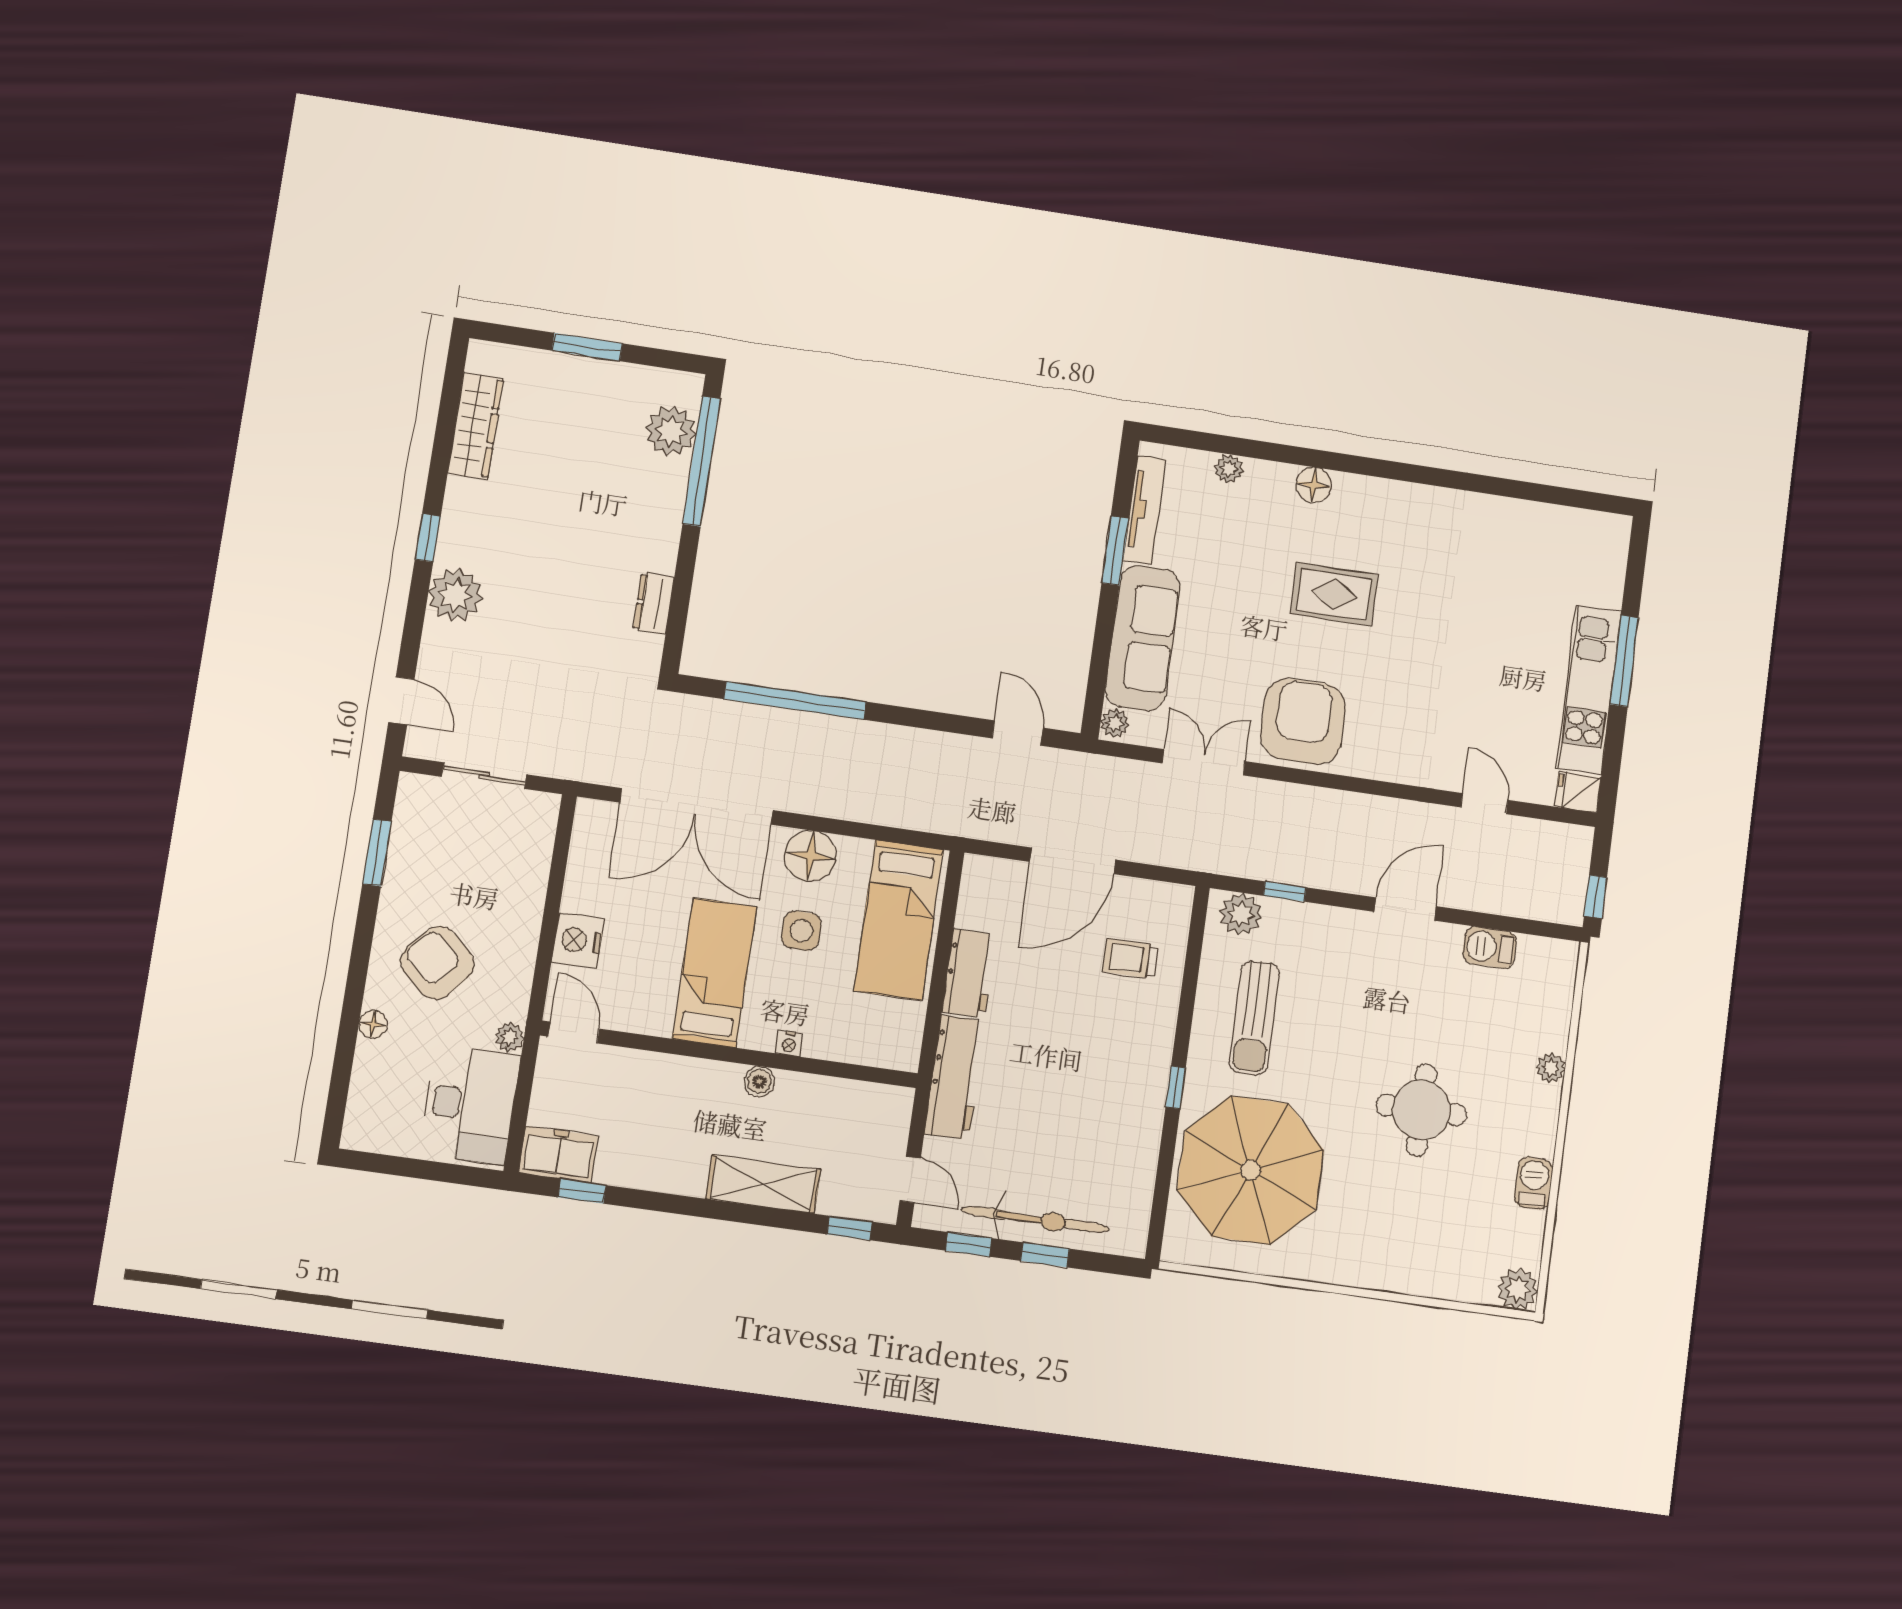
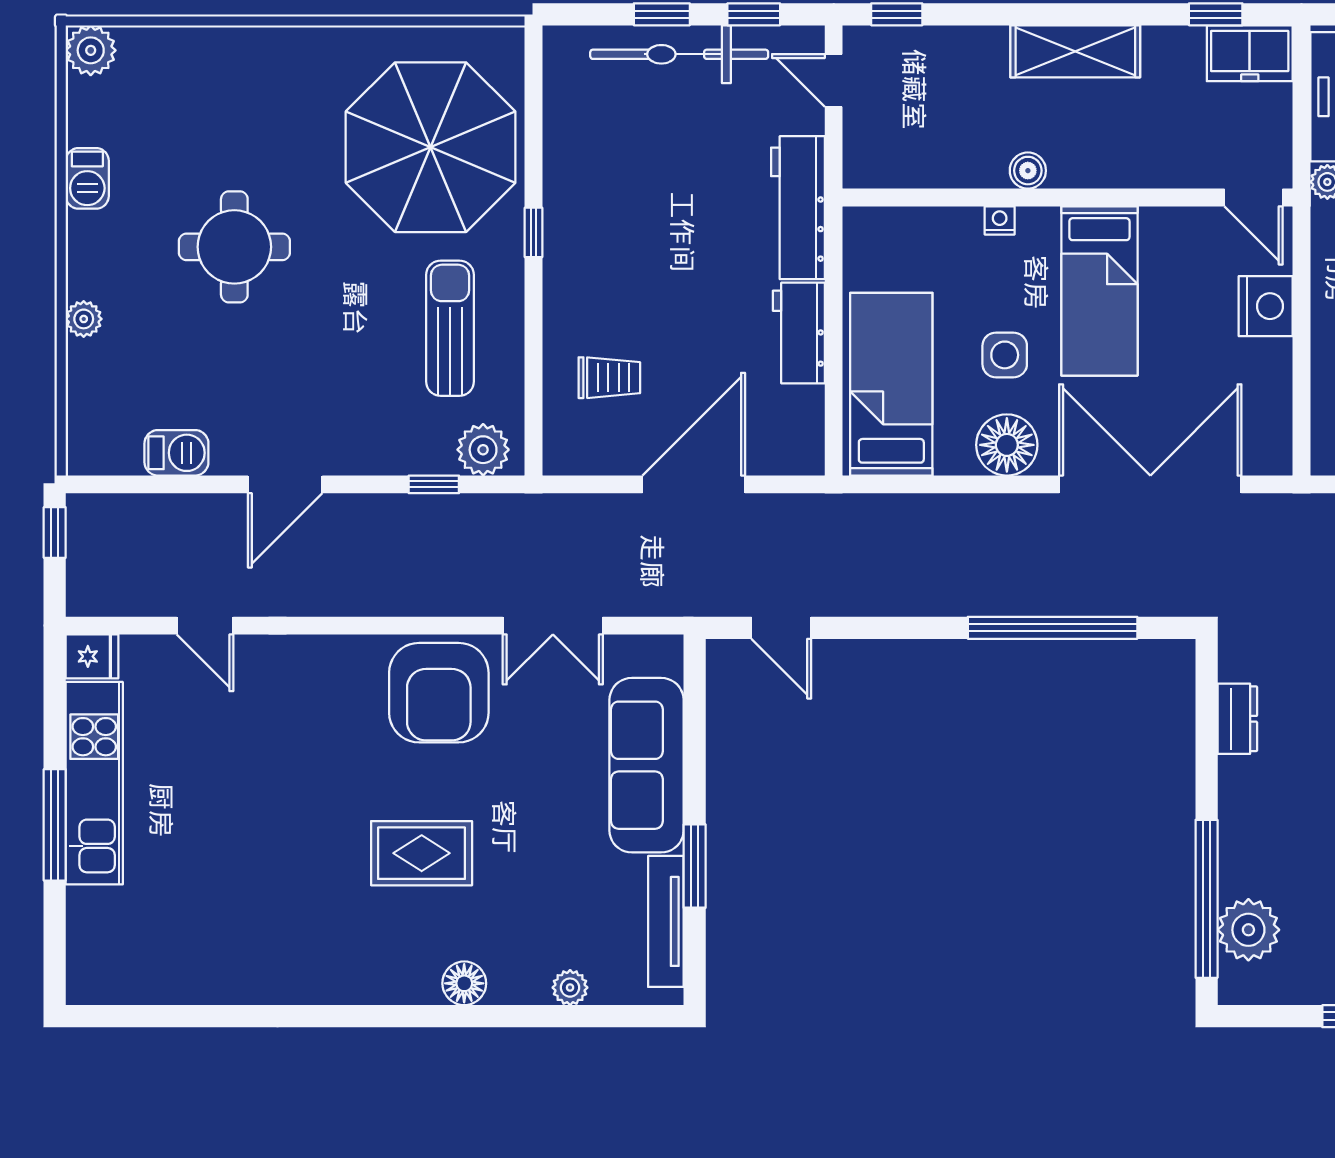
plant: (1115, 723) -> (666, 657), removed
shelving: (763, 1184) -> (1075, 51), moved

